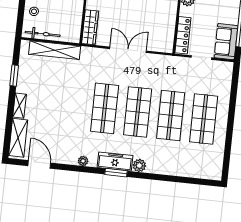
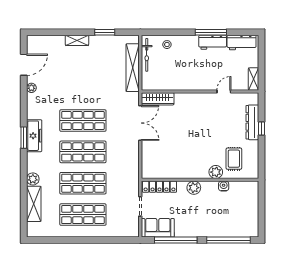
double door: (128, 50) -> (140, 123), moved
shelving: (18, 138) -> (34, 204), moved, turned 90
plant: (83, 161) -> (31, 88), moved
plant: (139, 165) -> (33, 179), moved

